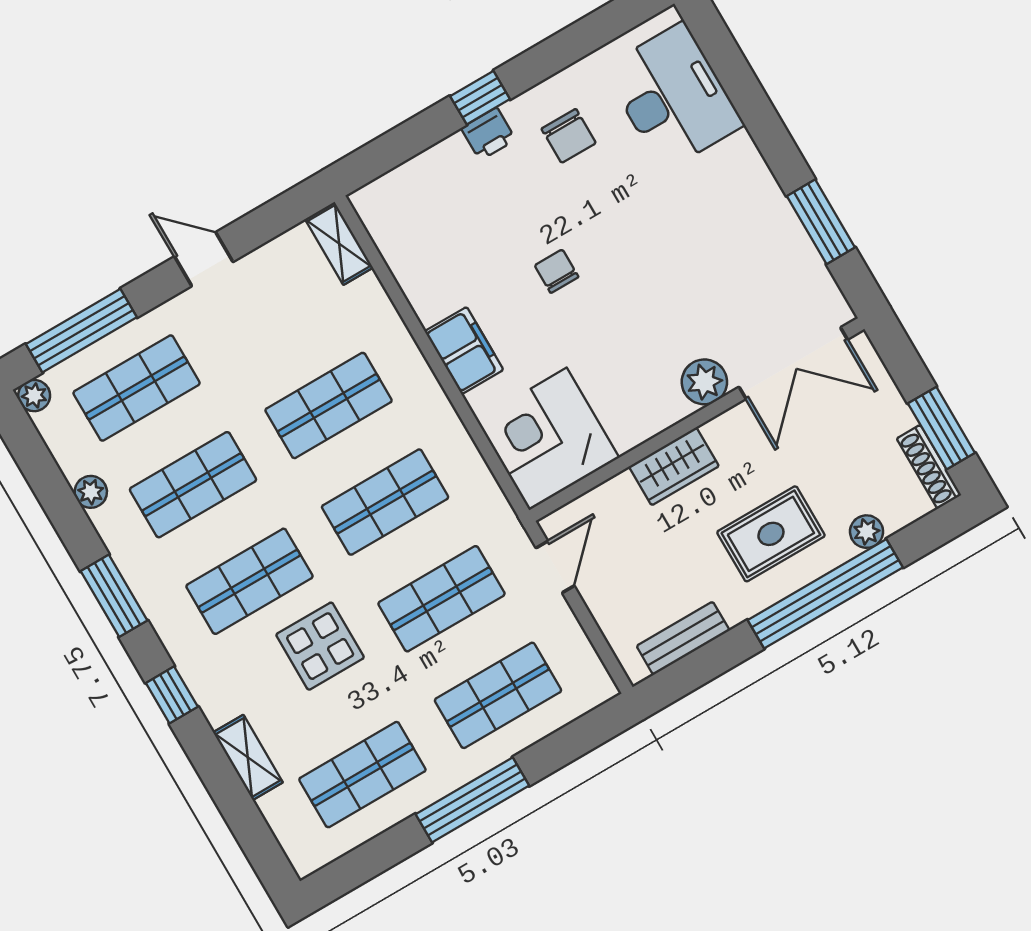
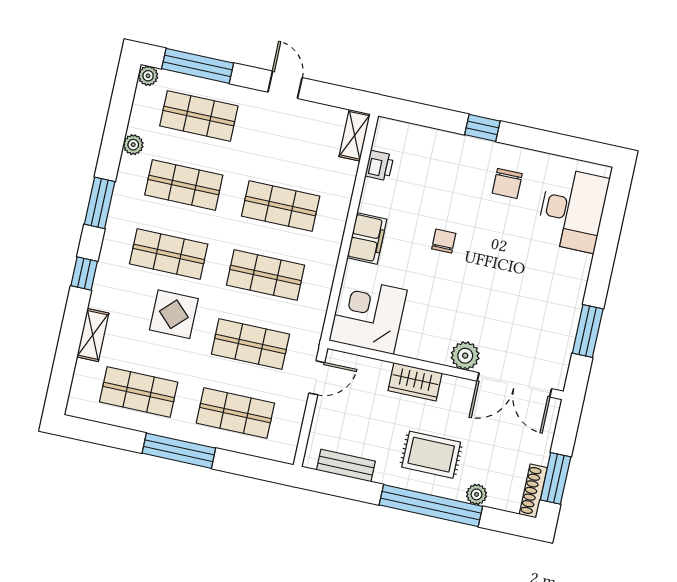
printer: (488, 134) -> (379, 166), moved, turned -90

